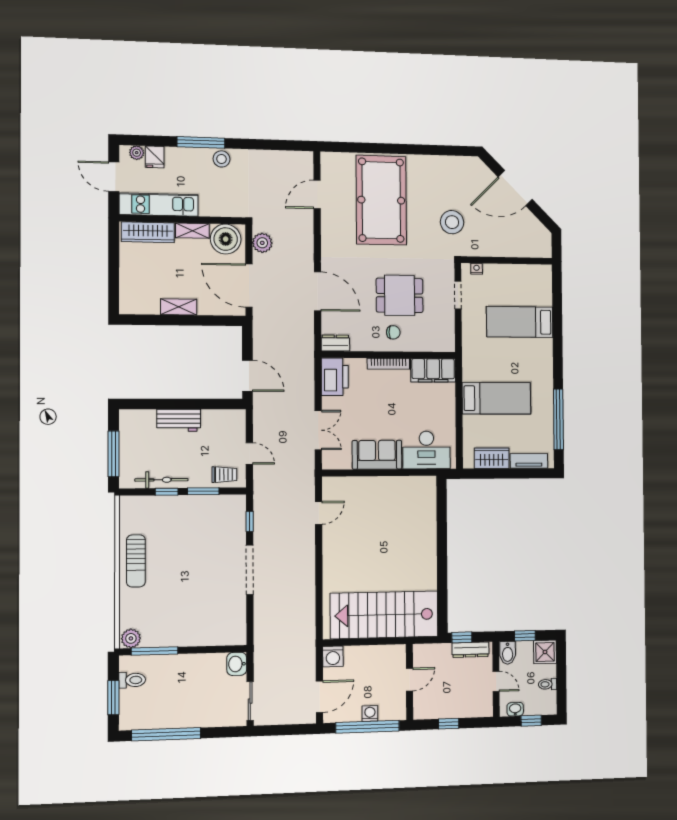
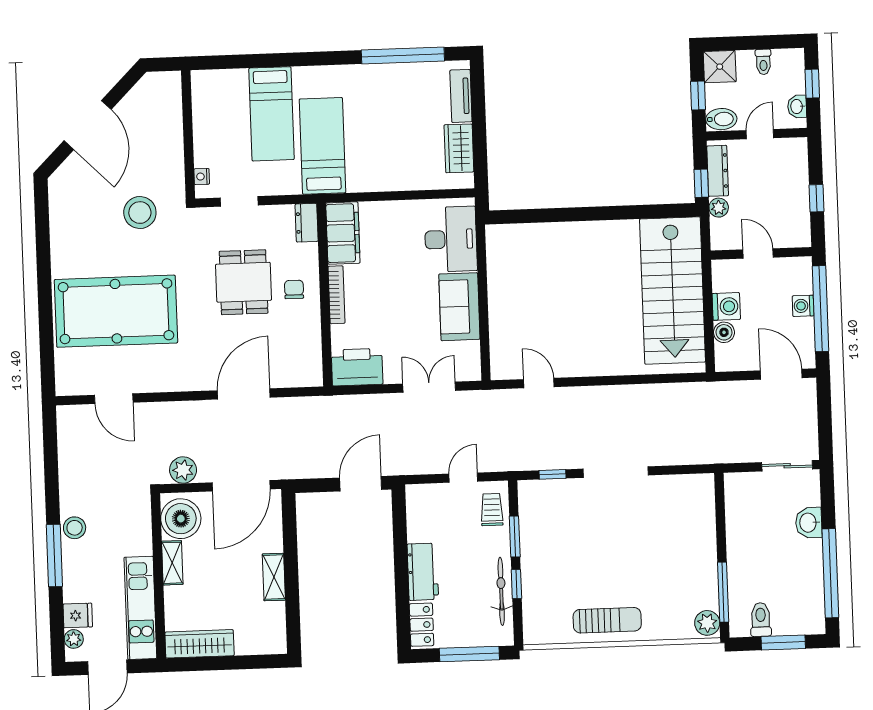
wardrobe: (148, 232) -> (199, 644), moved, turned -90
dresser: (335, 343) -> (307, 223), moved
bed: (496, 398) -> (323, 146), moved
locker: (138, 418) -> (422, 625), added
plant: (444, 650) -> (719, 208), added
boiler: (352, 653) -> (724, 332), added
washing machine: (333, 656) -> (726, 306), moved
washbasin: (237, 664) -> (809, 523), moved, turned 90

